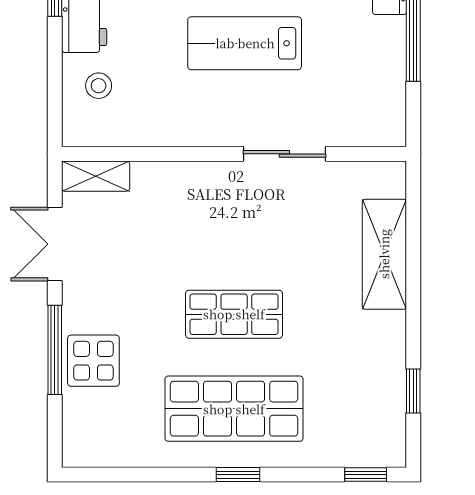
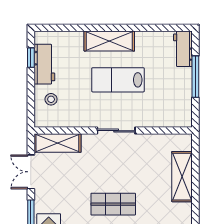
sliding door: (284, 154) -> (116, 131), moved
shelving: (96, 176) -> (57, 143), width x1.50, depth x1.33

